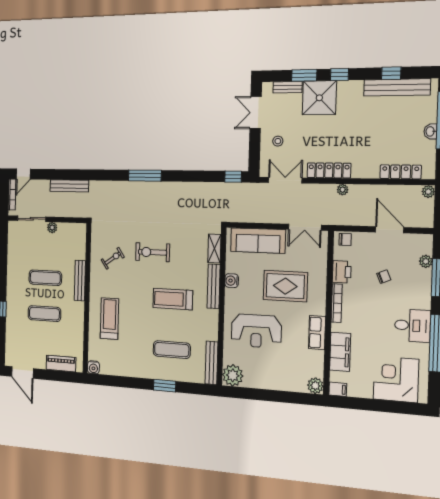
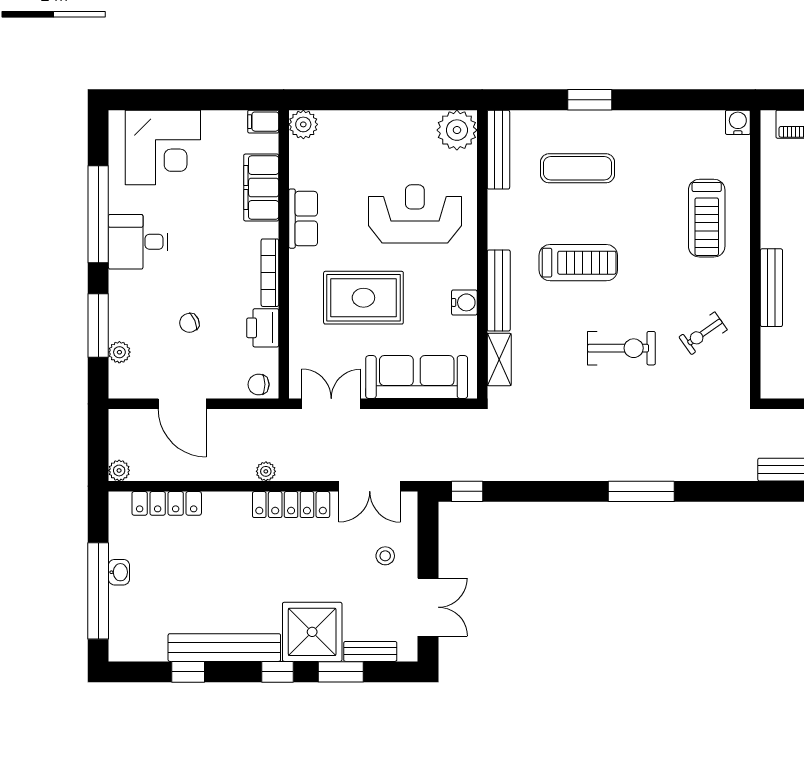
bench: (397, 87) -> (224, 648), moved

